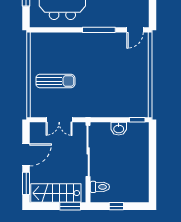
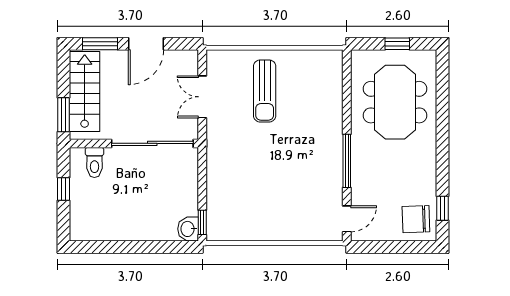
door: (135, 30) -> (347, 219), swing flipped
washbasin: (119, 129) -> (188, 229), moved
door: (26, 155) -> (146, 44), hinge flipped

